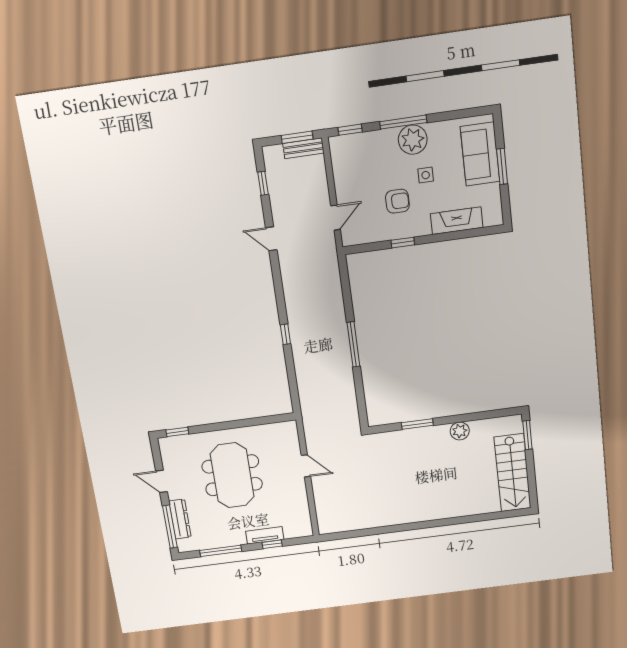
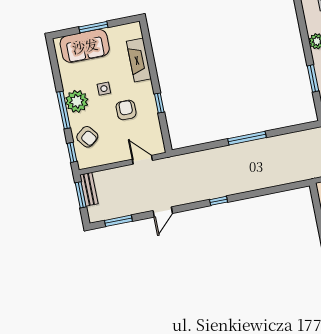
armchair: (368, 150) -> (87, 137), added
window: (263, 183) -> (118, 221), width x1.50
window: (285, 334) -> (219, 201), moved

